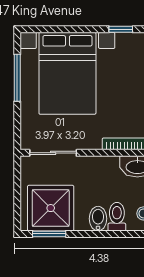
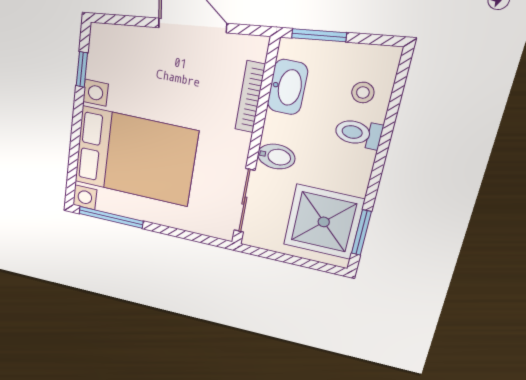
window: (17, 78) -> (111, 217), moved
bidet: (98, 219) -> (276, 157), moved, turned 180

